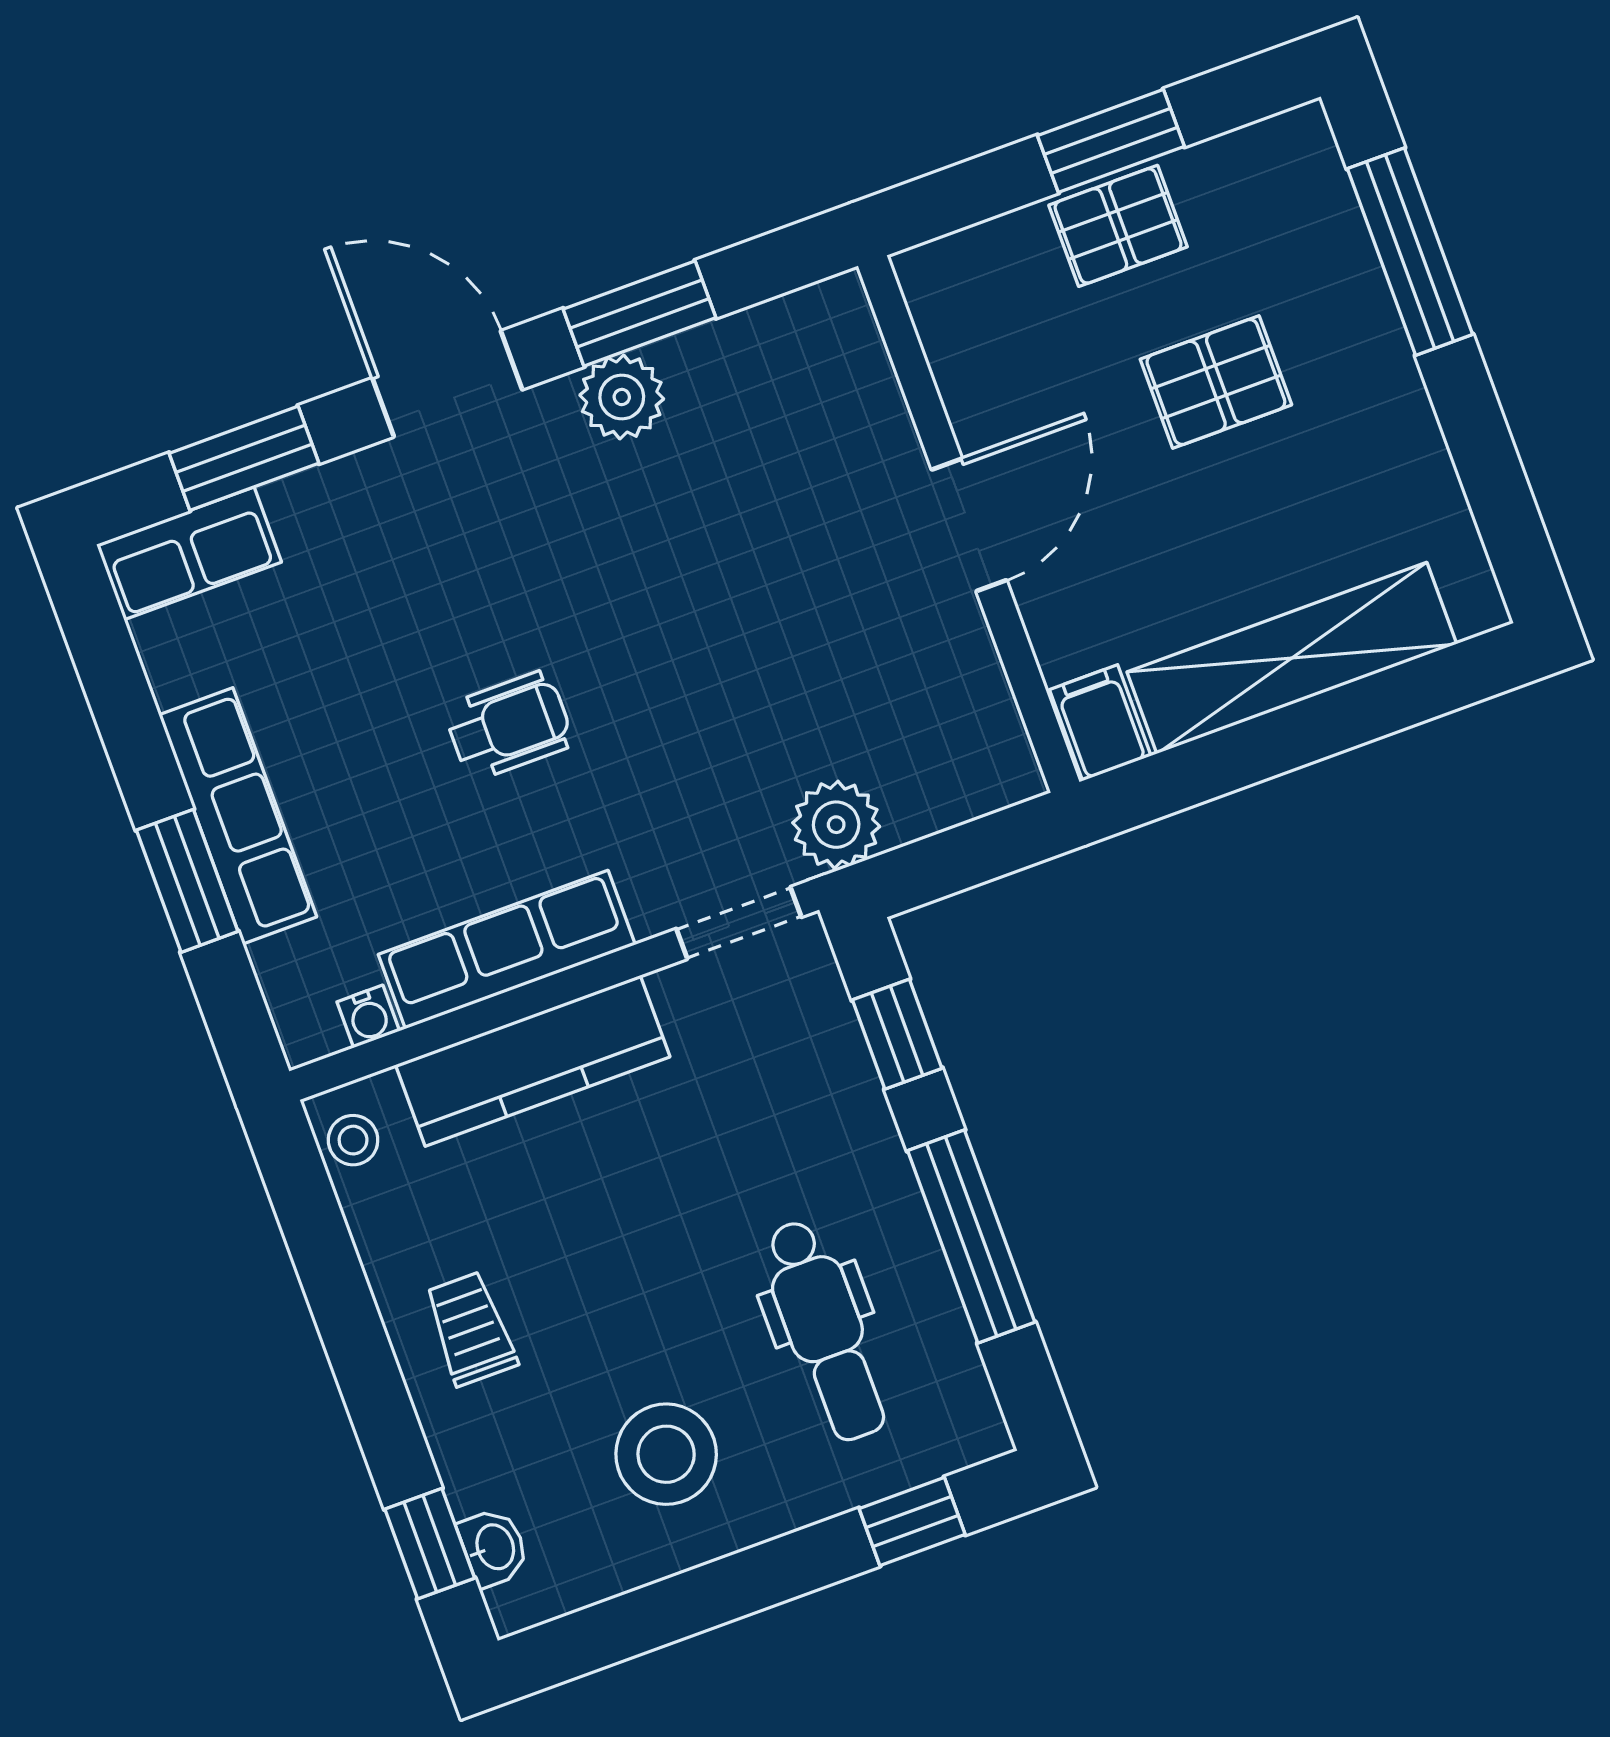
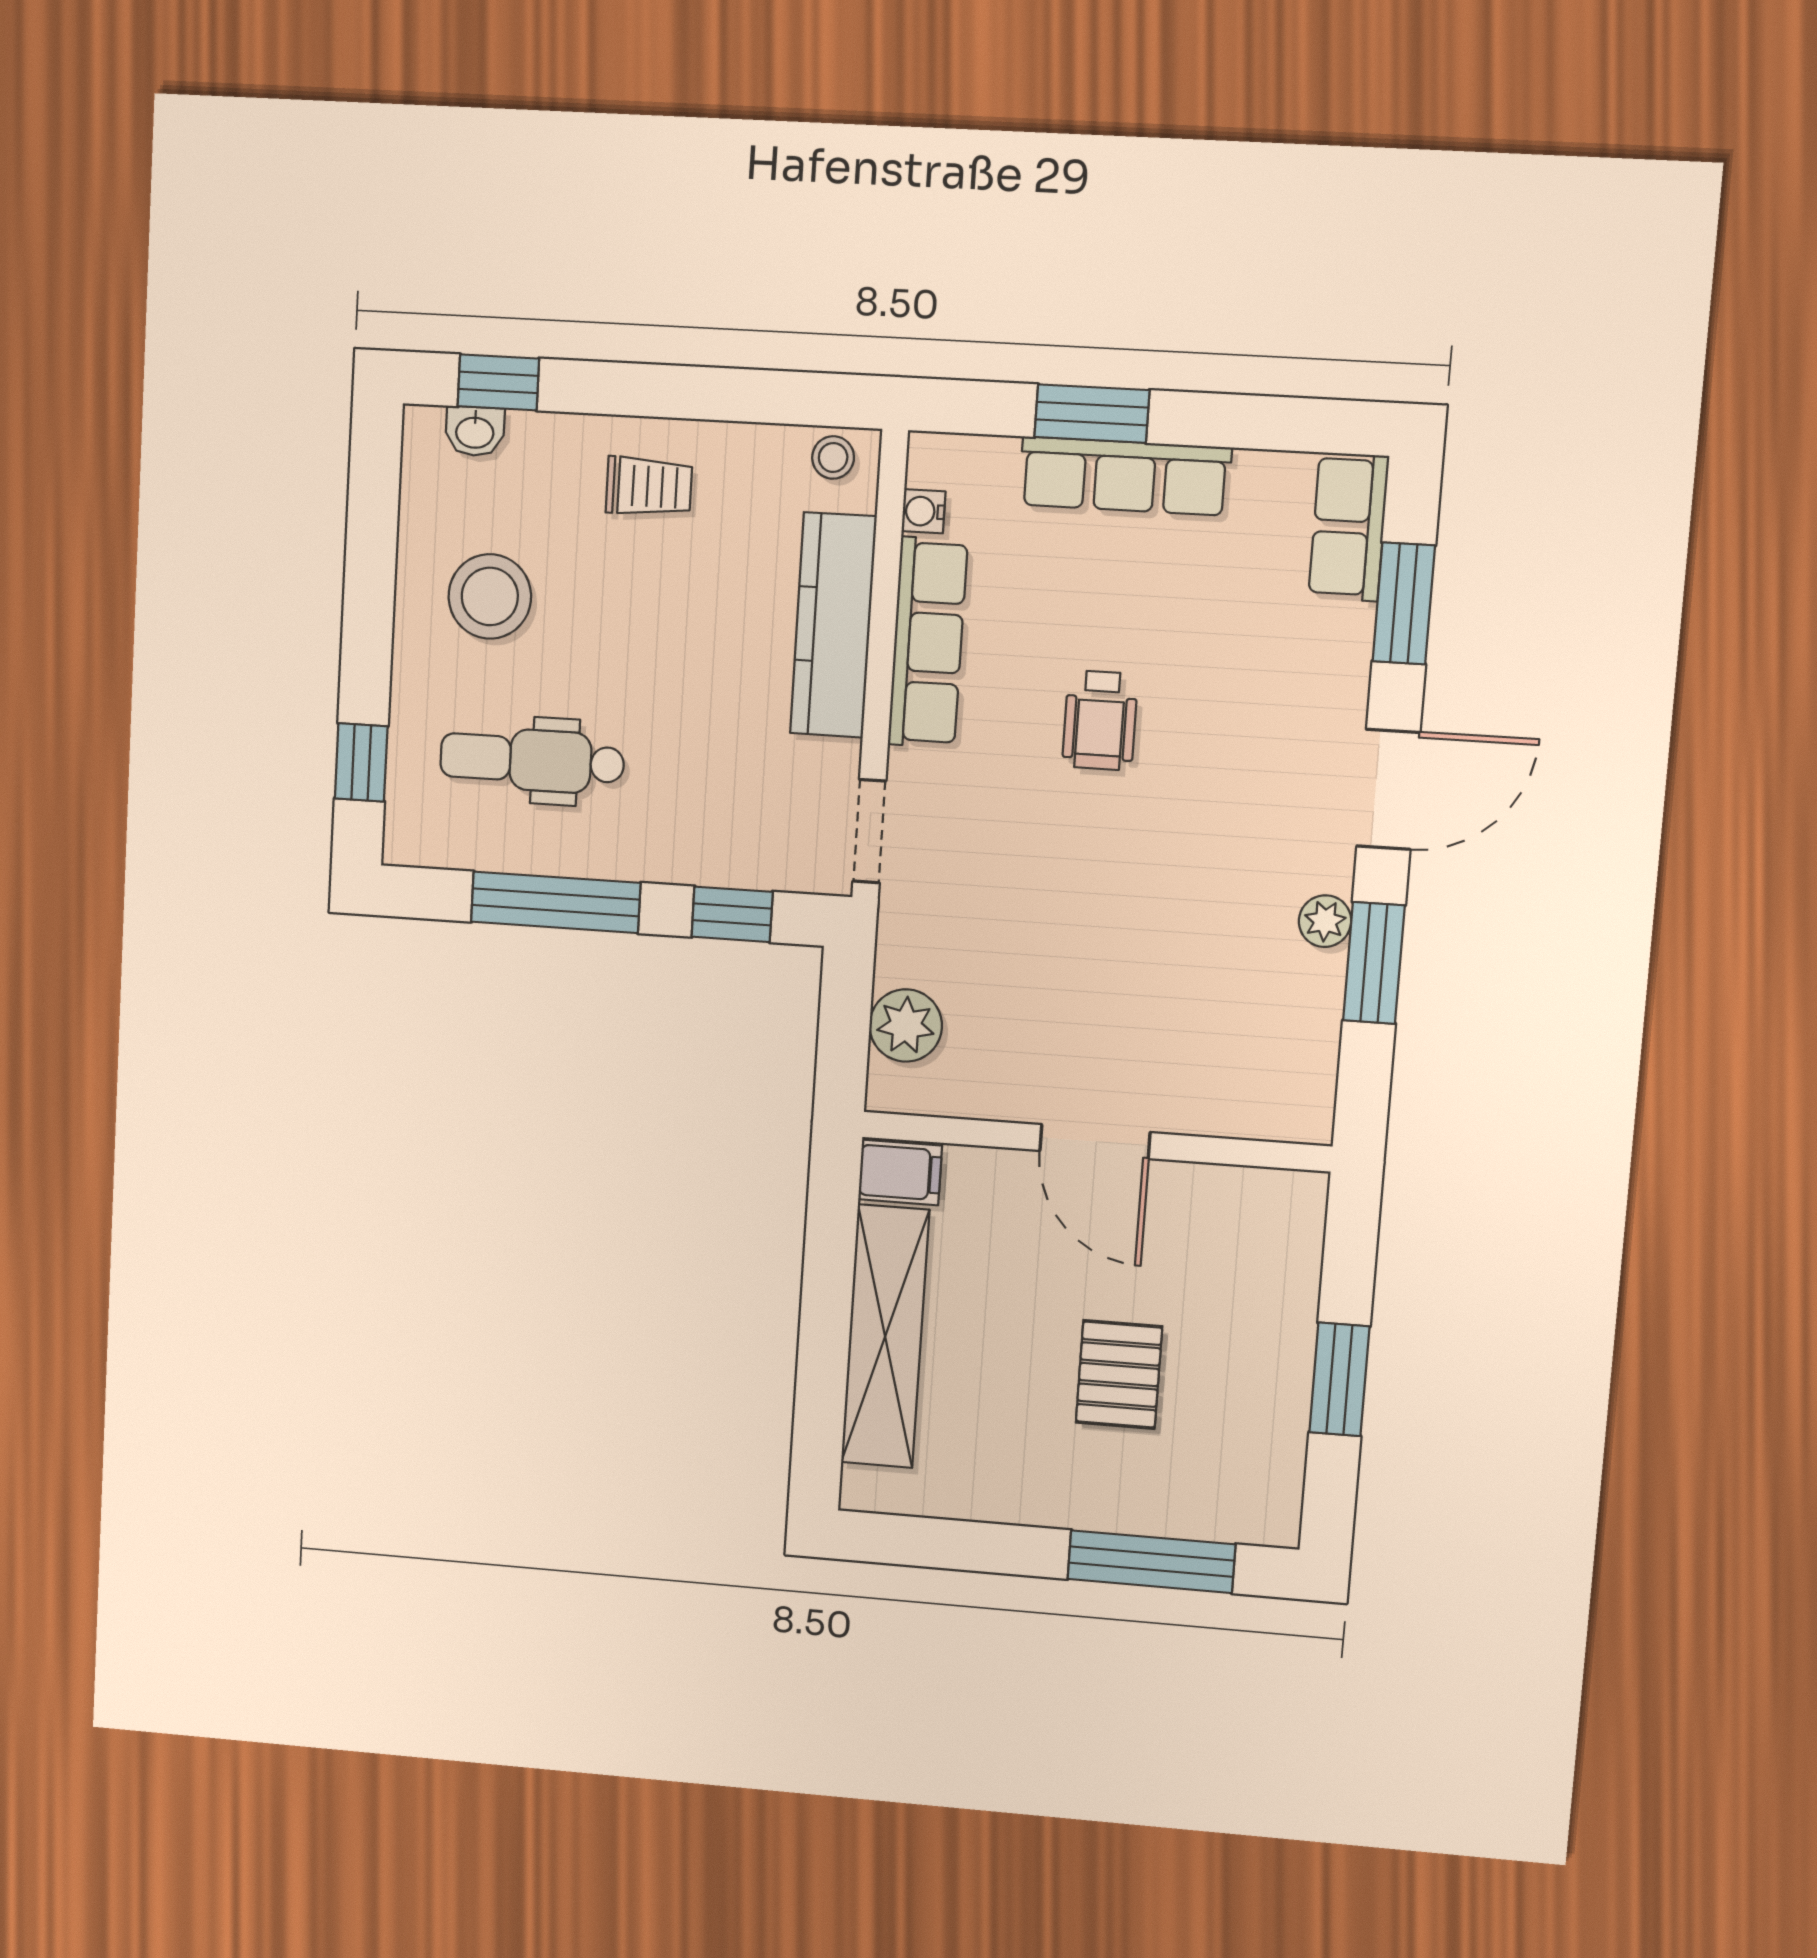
pallet: (1118, 226) -> (1272, 1356), removed
plant: (622, 397) -> (1325, 921), width x0.73, depth x0.73
plant: (836, 825) -> (906, 1025), moved

